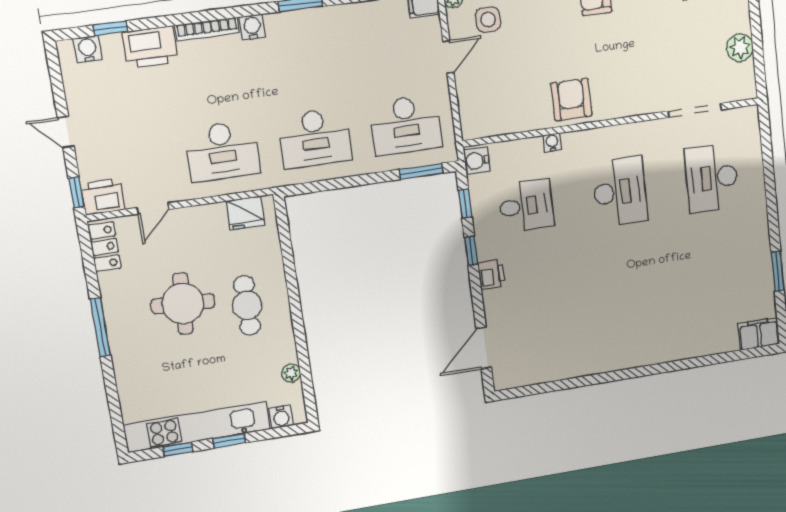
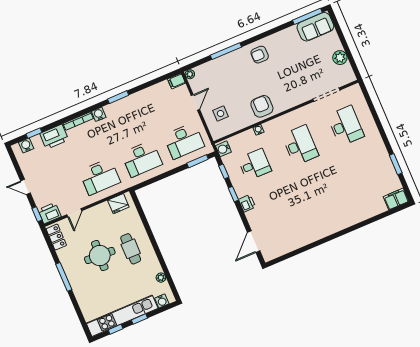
side table: (488, 19) -> (221, 113), moved
desk: (712, 178) -> (346, 126), turned 180

